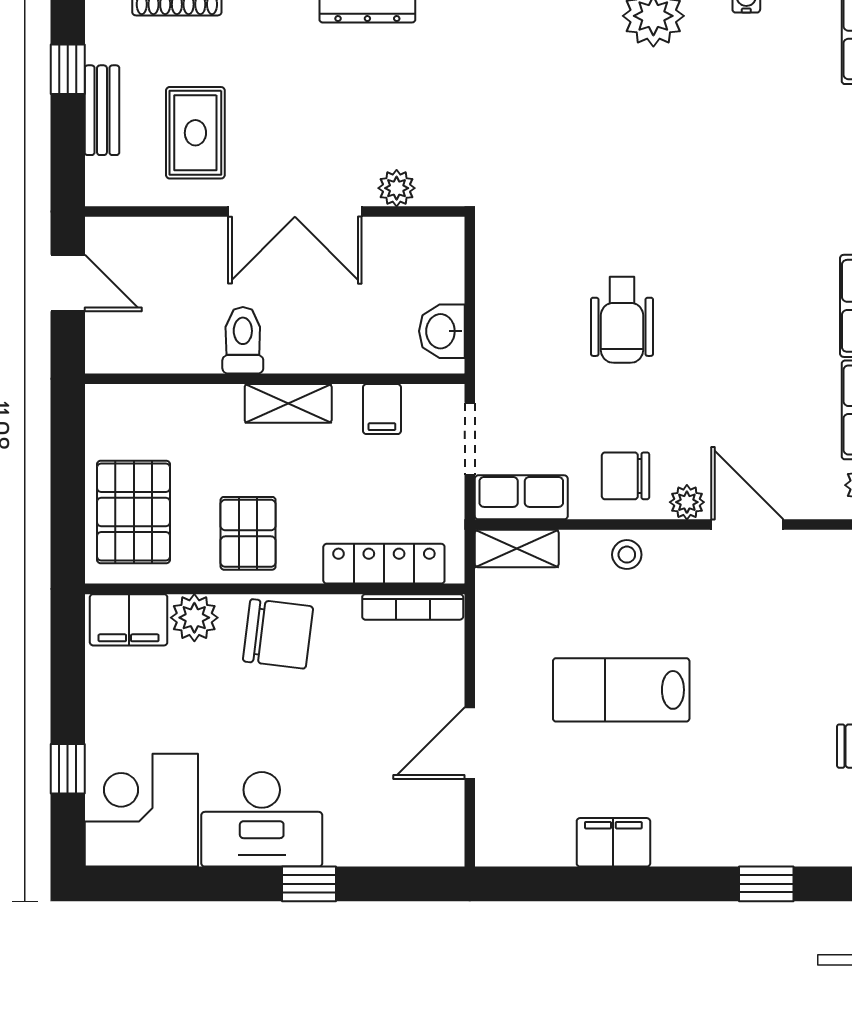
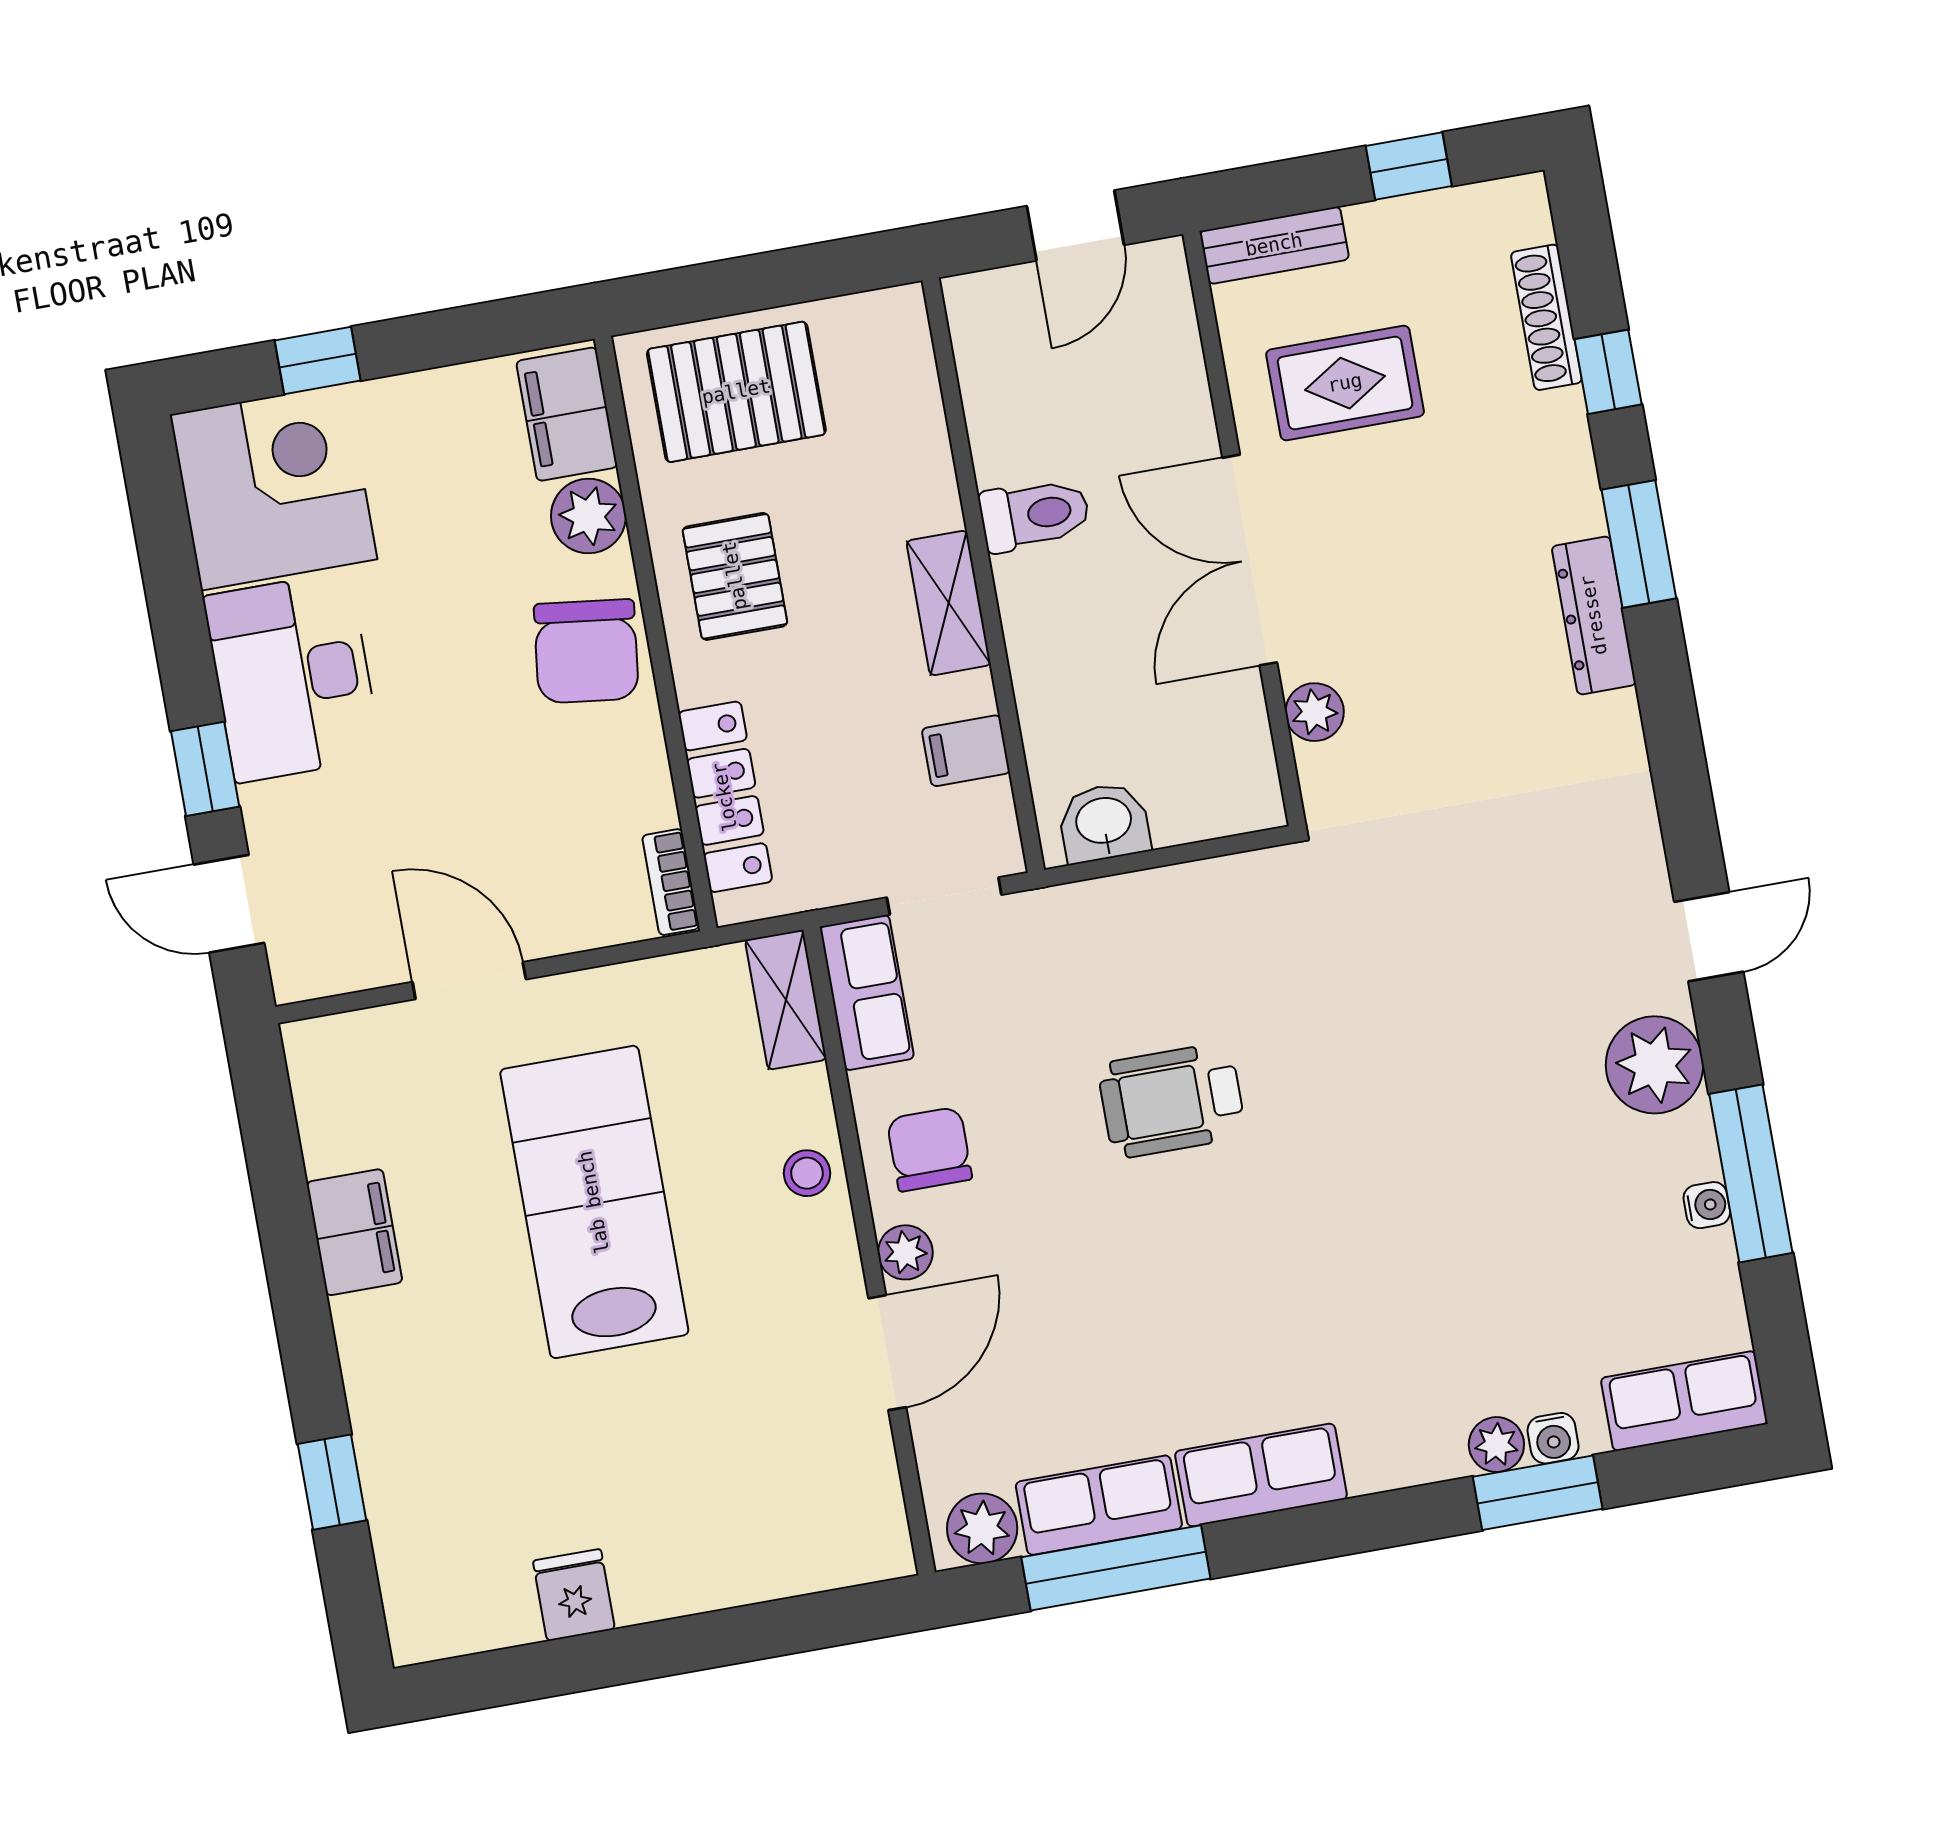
bench: (102, 110) -> (1274, 245), moved
pallet: (248, 533) -> (735, 576), turned 90
bookcase: (413, 607) -> (671, 882), width x0.64
lab bench: (621, 690) -> (594, 1202), width x1.36, depth x1.39
door: (395, 884) -> (229, 904), added

